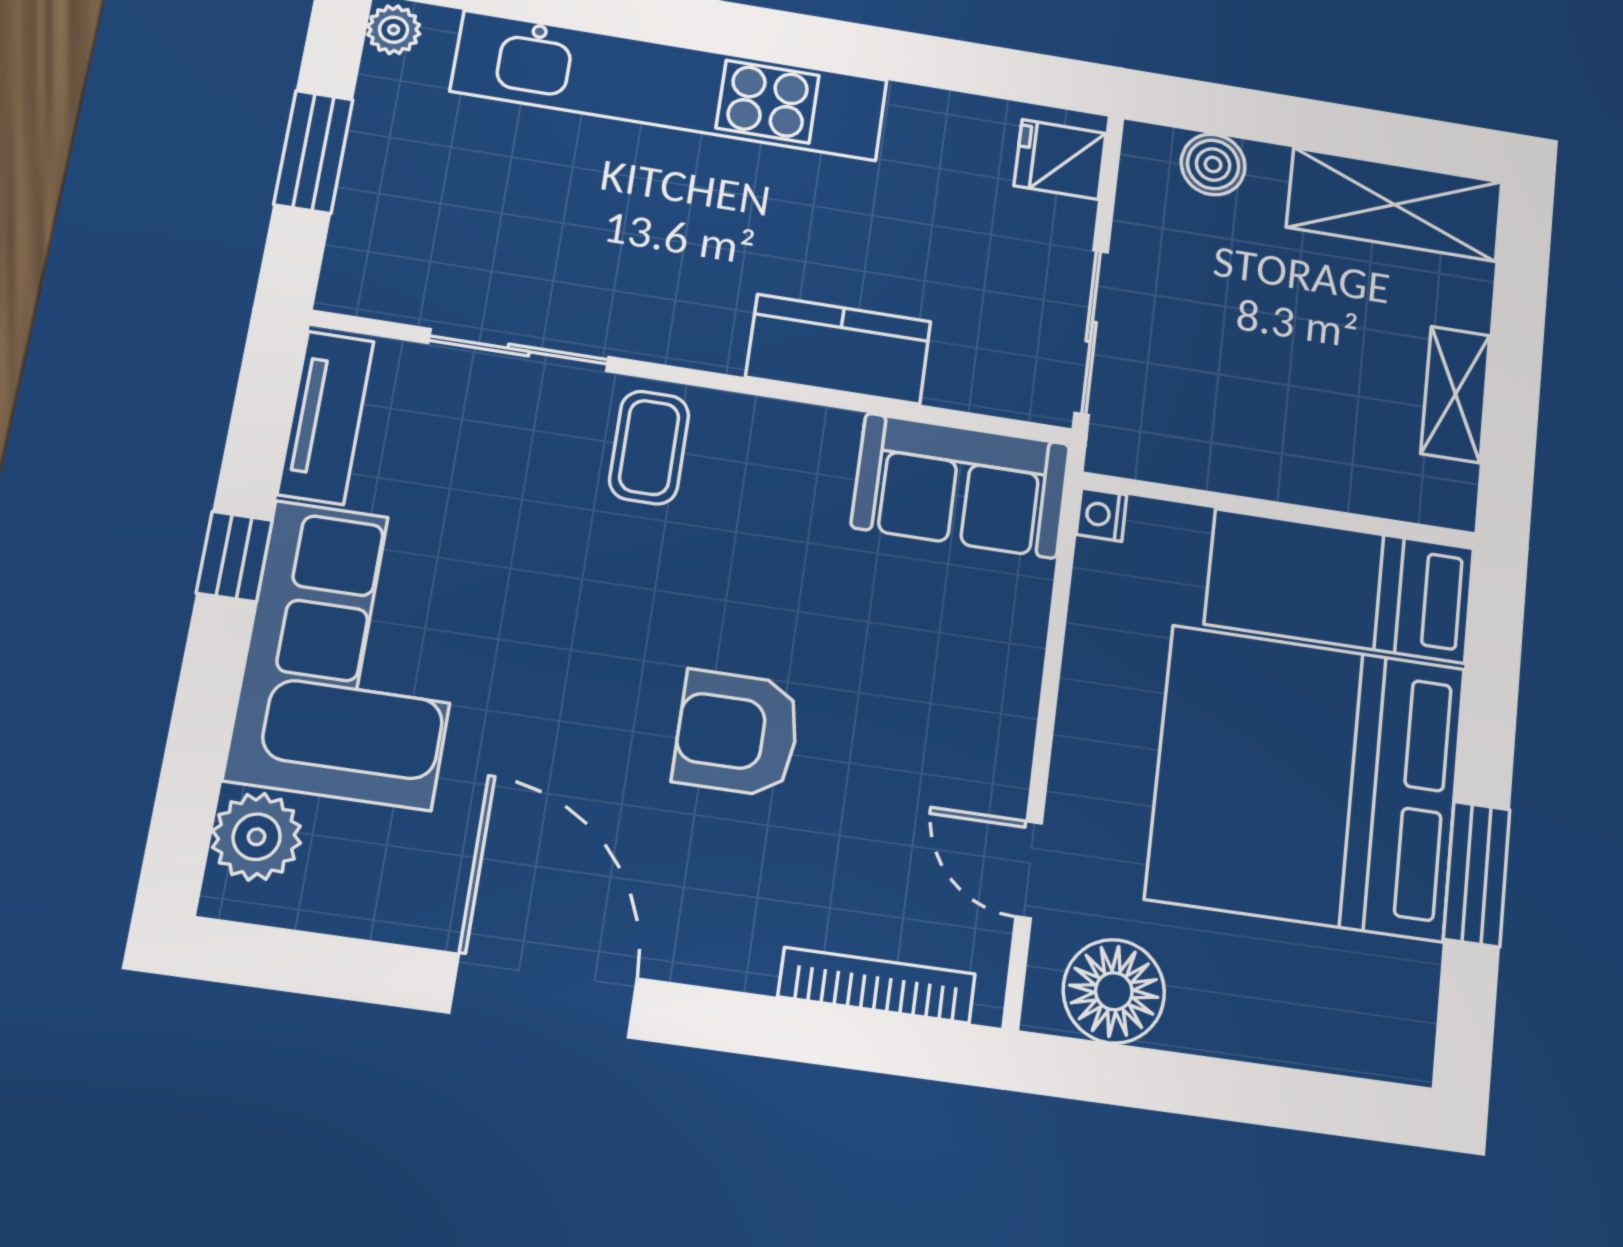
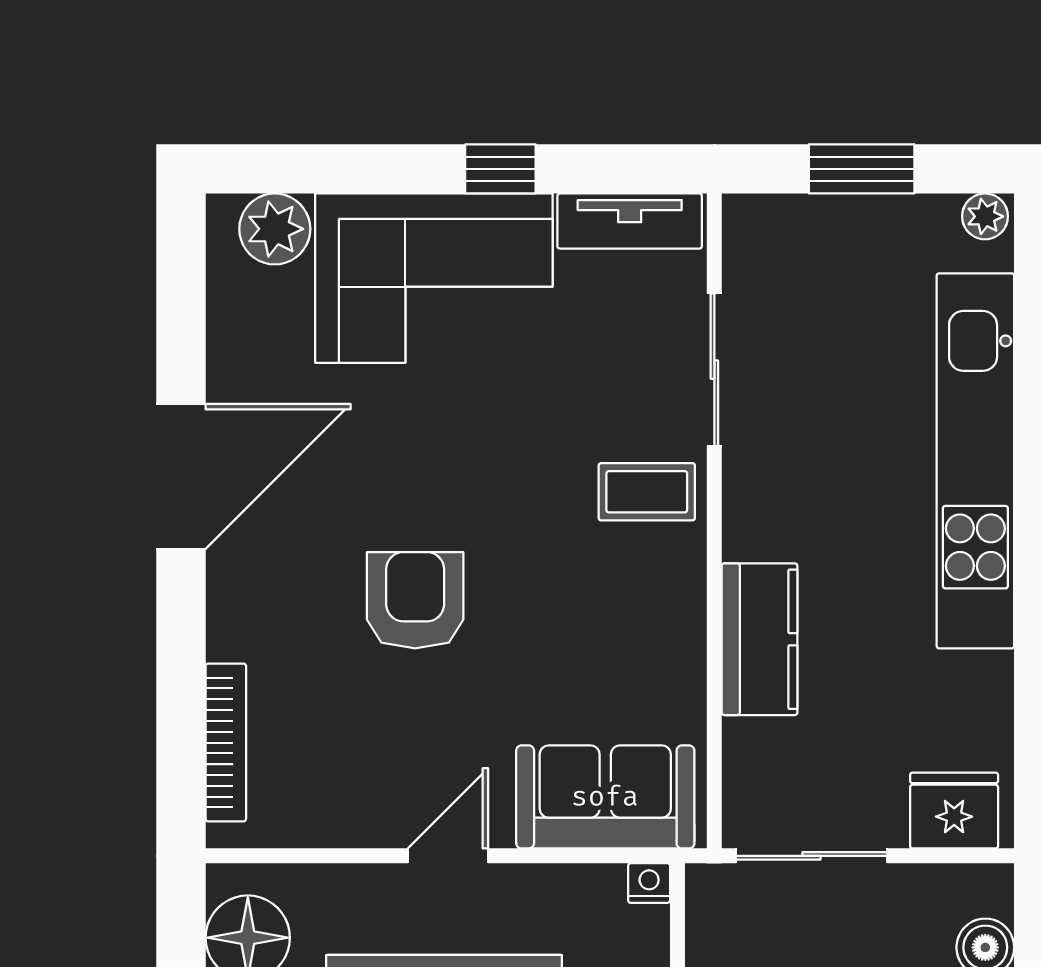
fridge: (1060, 159) -> (954, 811), width x1.38
sofa: (961, 486) -> (605, 797), moved, turned 90
door: (1029, 870) -> (448, 856), moved

